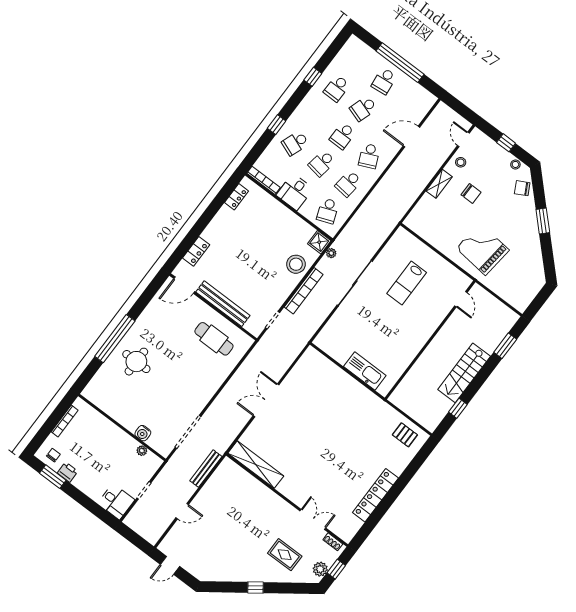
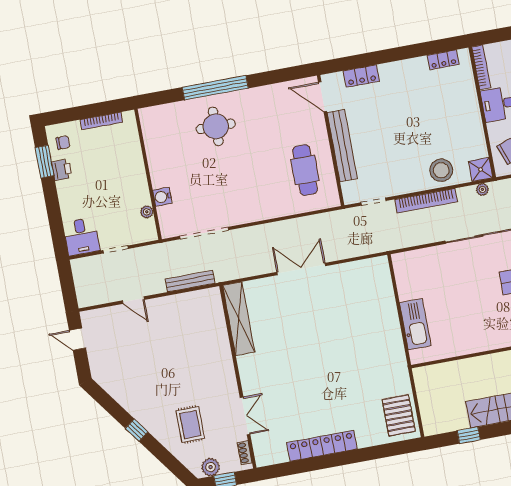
pallet: (405, 435) -> (399, 415), width x1.50, depth x1.42

